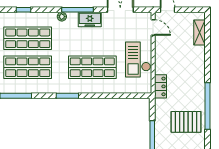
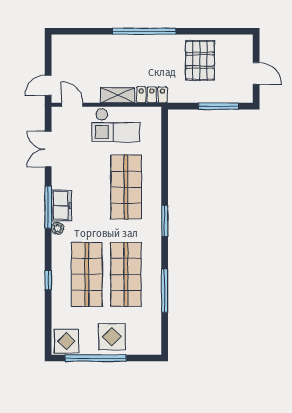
freezer: (90, 19) -> (61, 205), moved
door: (153, 27) -> (72, 105), hinge flipped
shelving: (199, 33) -> (118, 95), moved
window: (208, 106) -> (144, 31), moved

